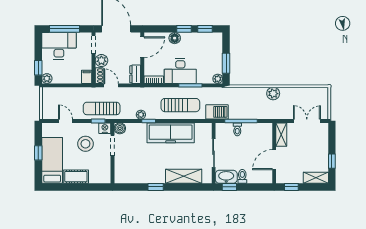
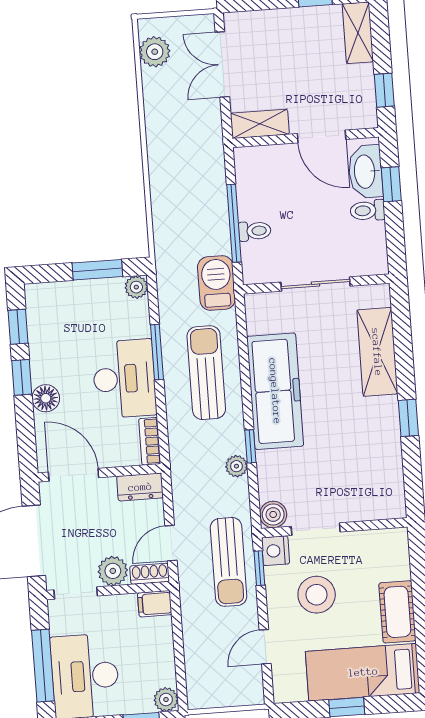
plant: (273, 94) -> (155, 52), moved
washbasin: (226, 177) -> (366, 172), moved
window: (229, 187) -> (391, 184), moved

